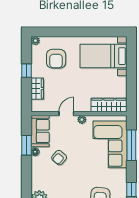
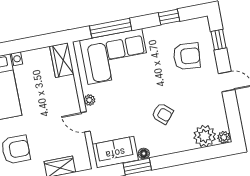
wardrobe: (109, 105) -> (62, 60), width x0.67
armchair: (59, 158) -> (163, 114), moved

